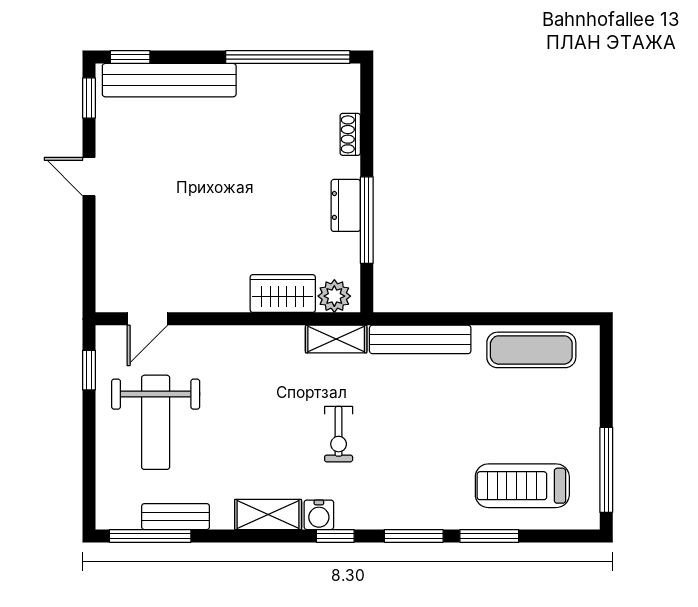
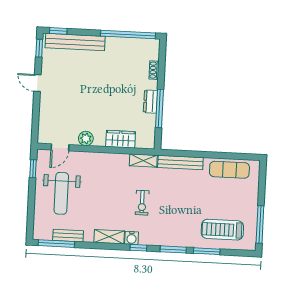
plant: (334, 296) -> (86, 138), moved

